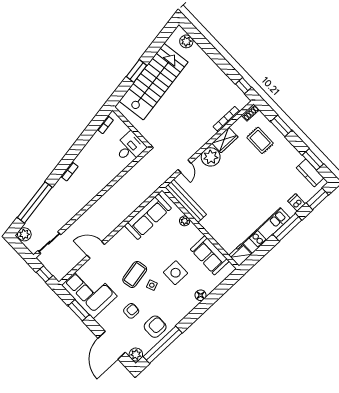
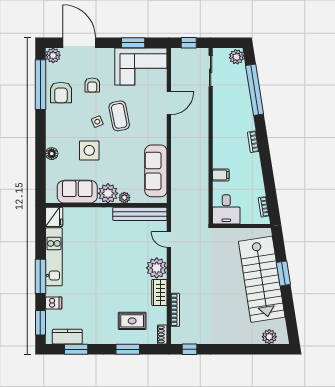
filing cabinet: (111, 172) -> (221, 175), added
plant: (192, 234) -> (108, 193), added

